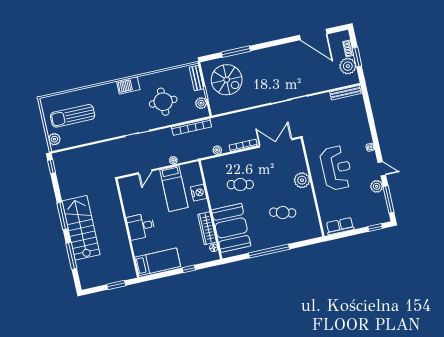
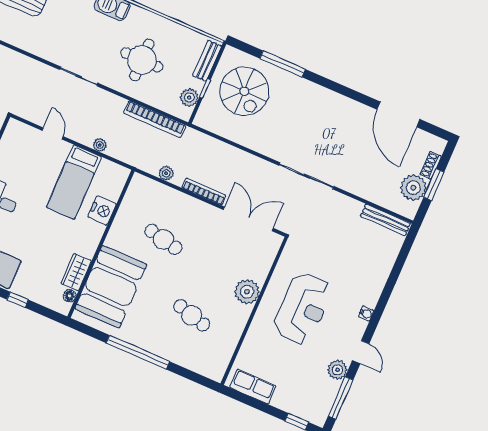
door: (145, 172) -> (53, 133), swing flipped
wardrobe: (207, 228) -> (76, 272), width x0.67

